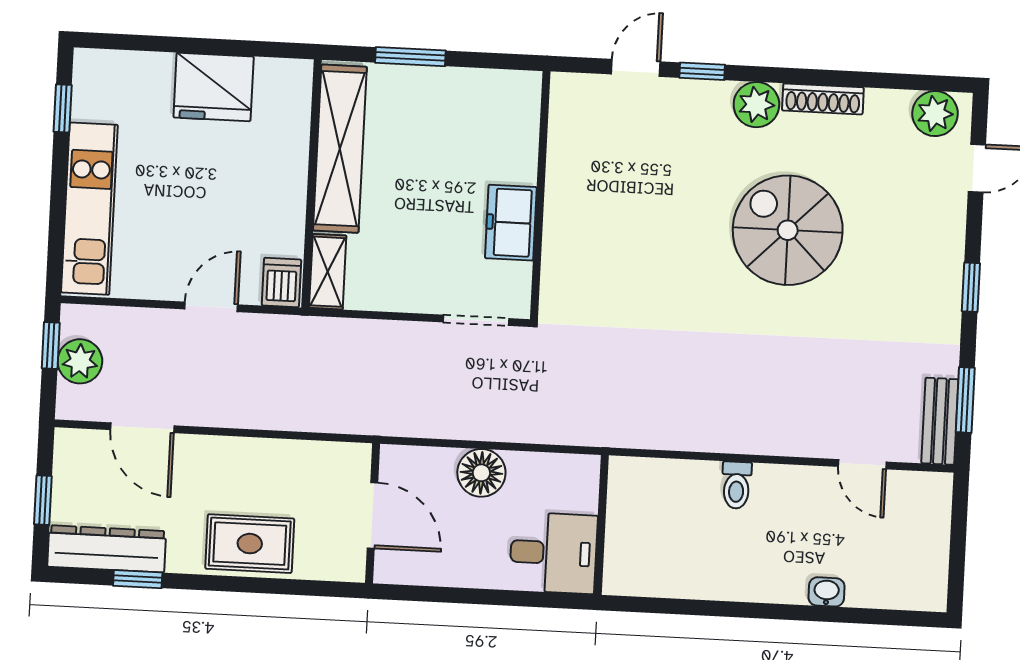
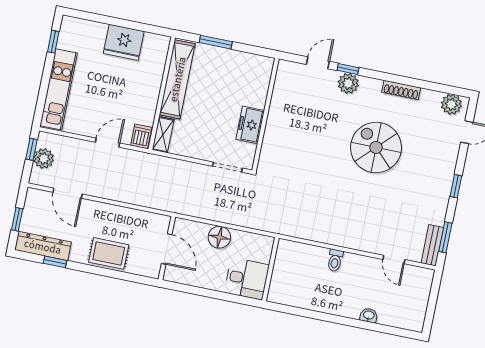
plant: (756, 105) -> (348, 83), moved

